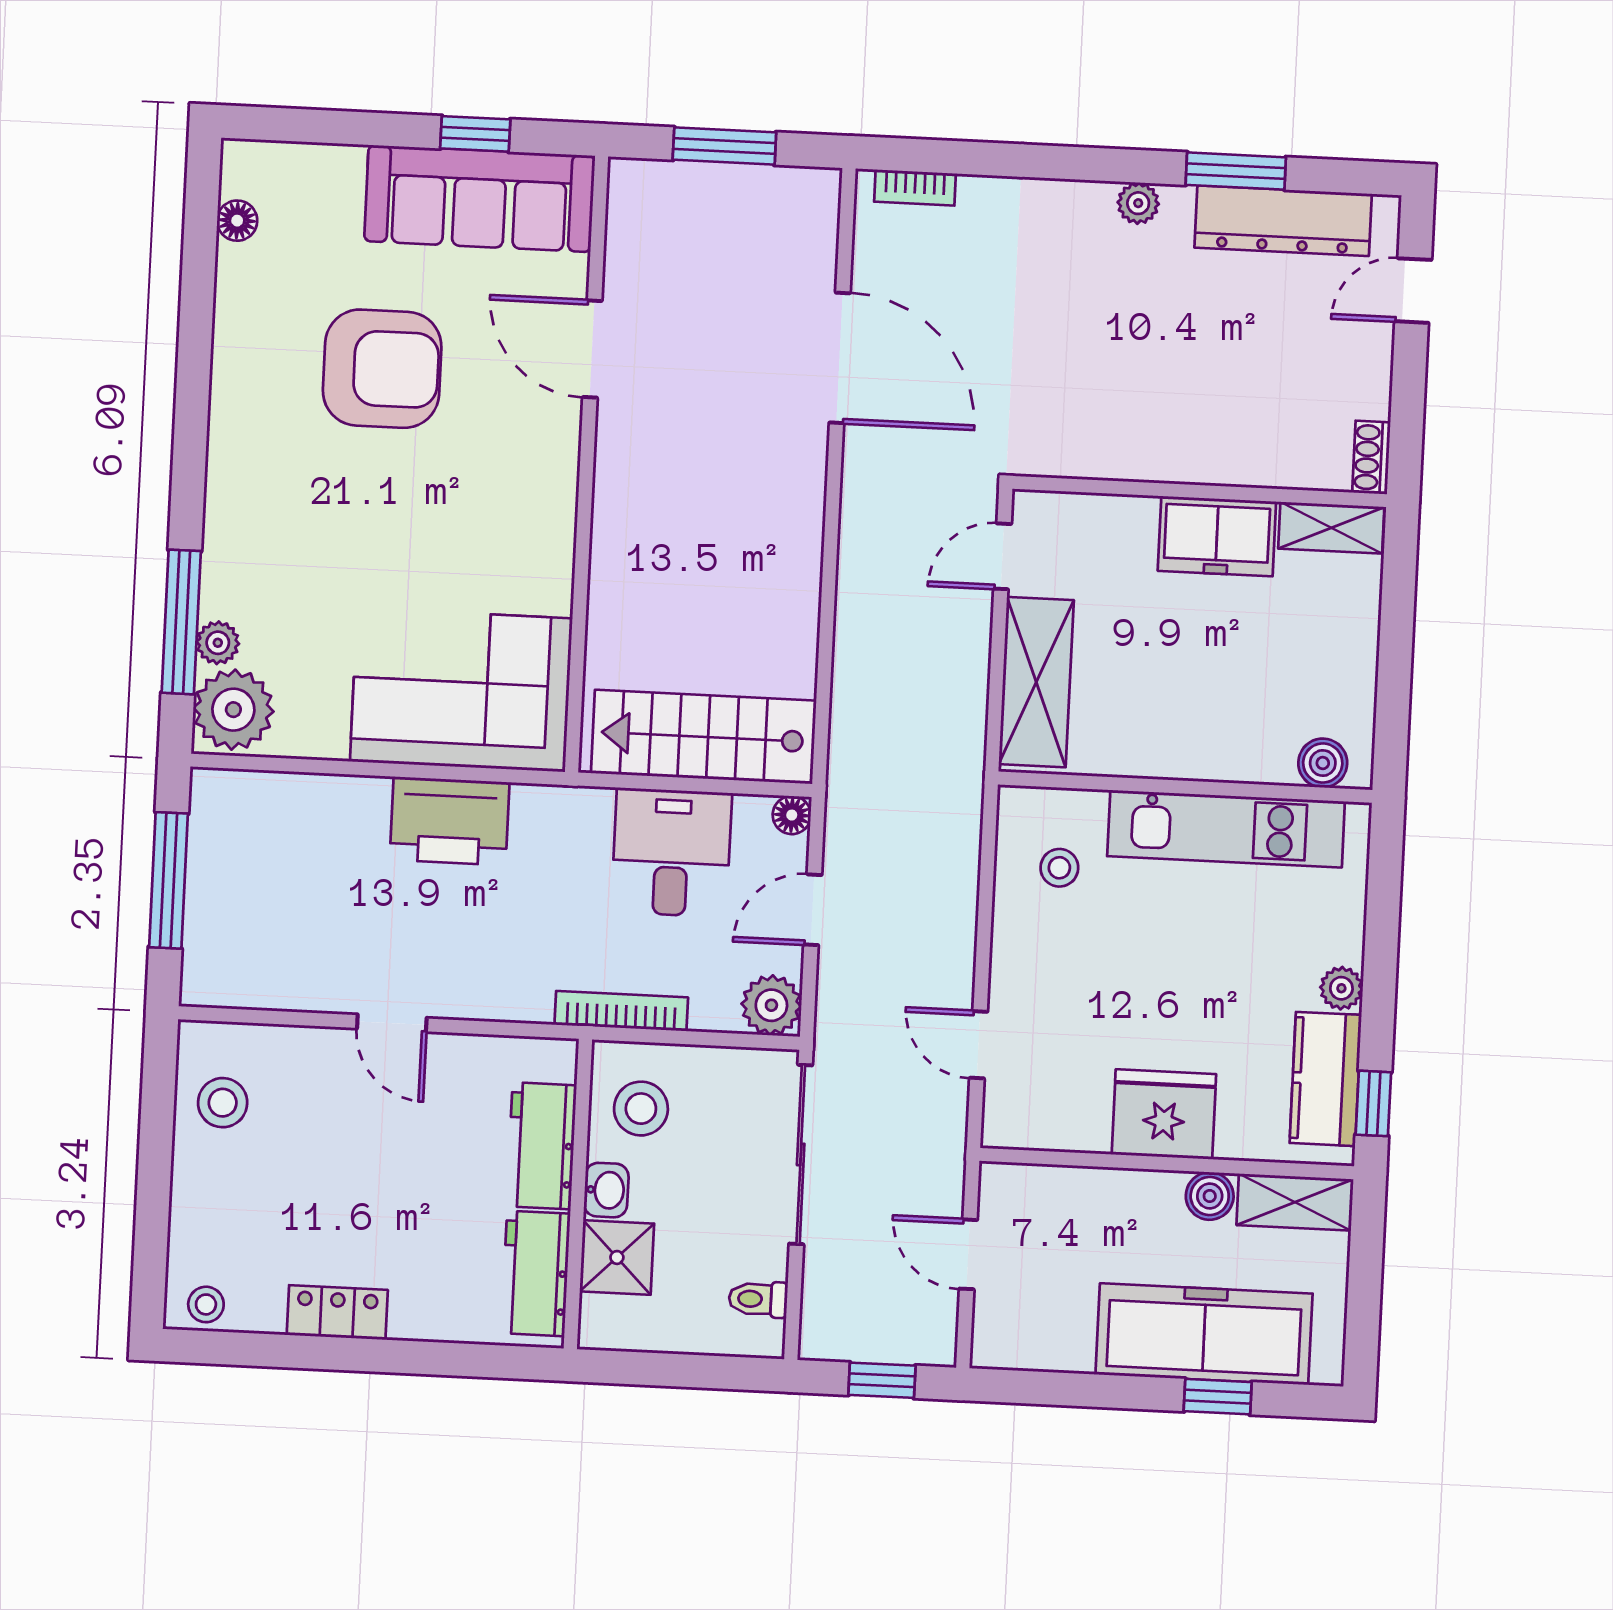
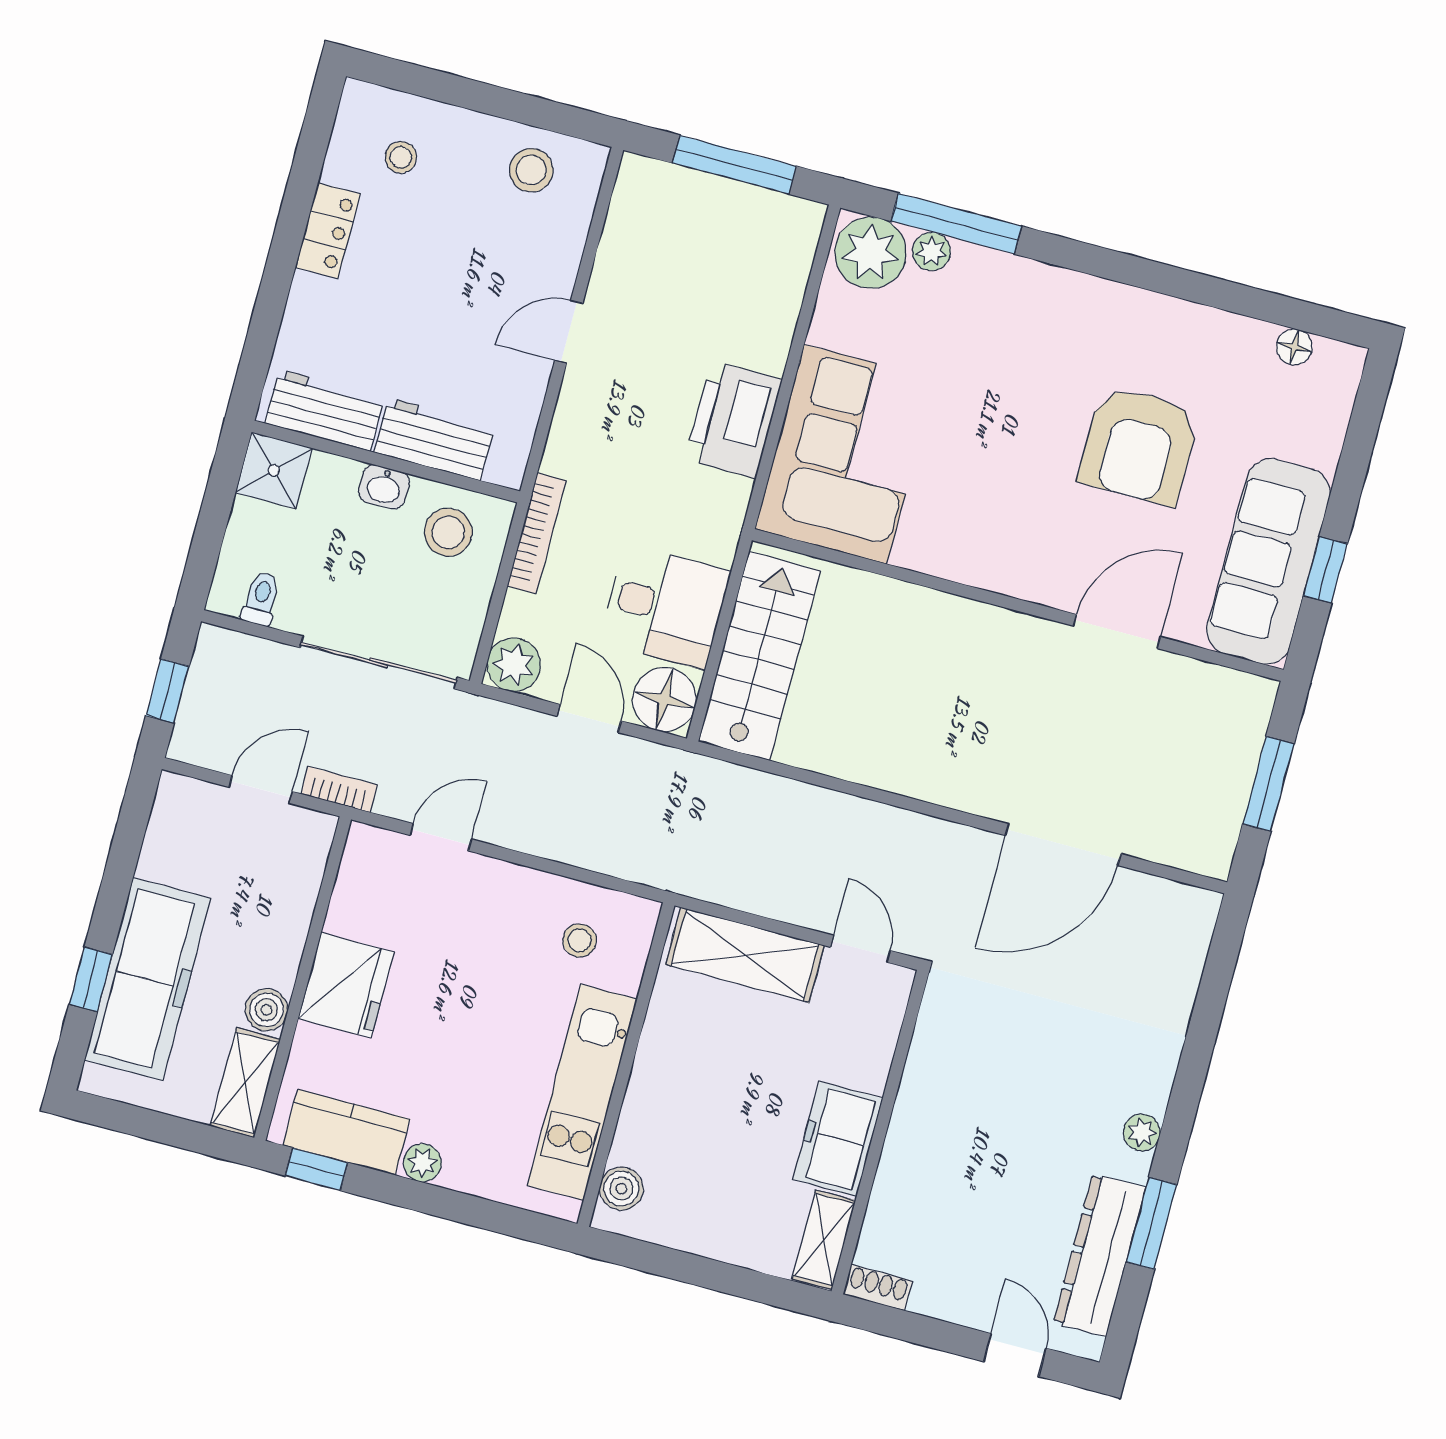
bookcase: (915, 188) -> (339, 789), moved, turned 90
floor lamp: (792, 815) -> (664, 700), width x1.89, depth x1.89
shower: (617, 1257) -> (274, 470), moved
stool: (206, 1304) -> (401, 157), moved

